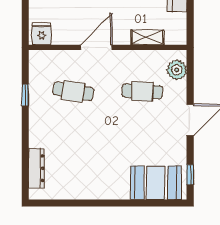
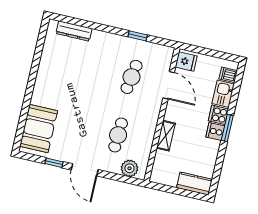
shelving: (147, 37) -> (166, 136), moved
door: (96, 47) -> (169, 85), moved
window: (190, 175) -> (54, 163), moved

